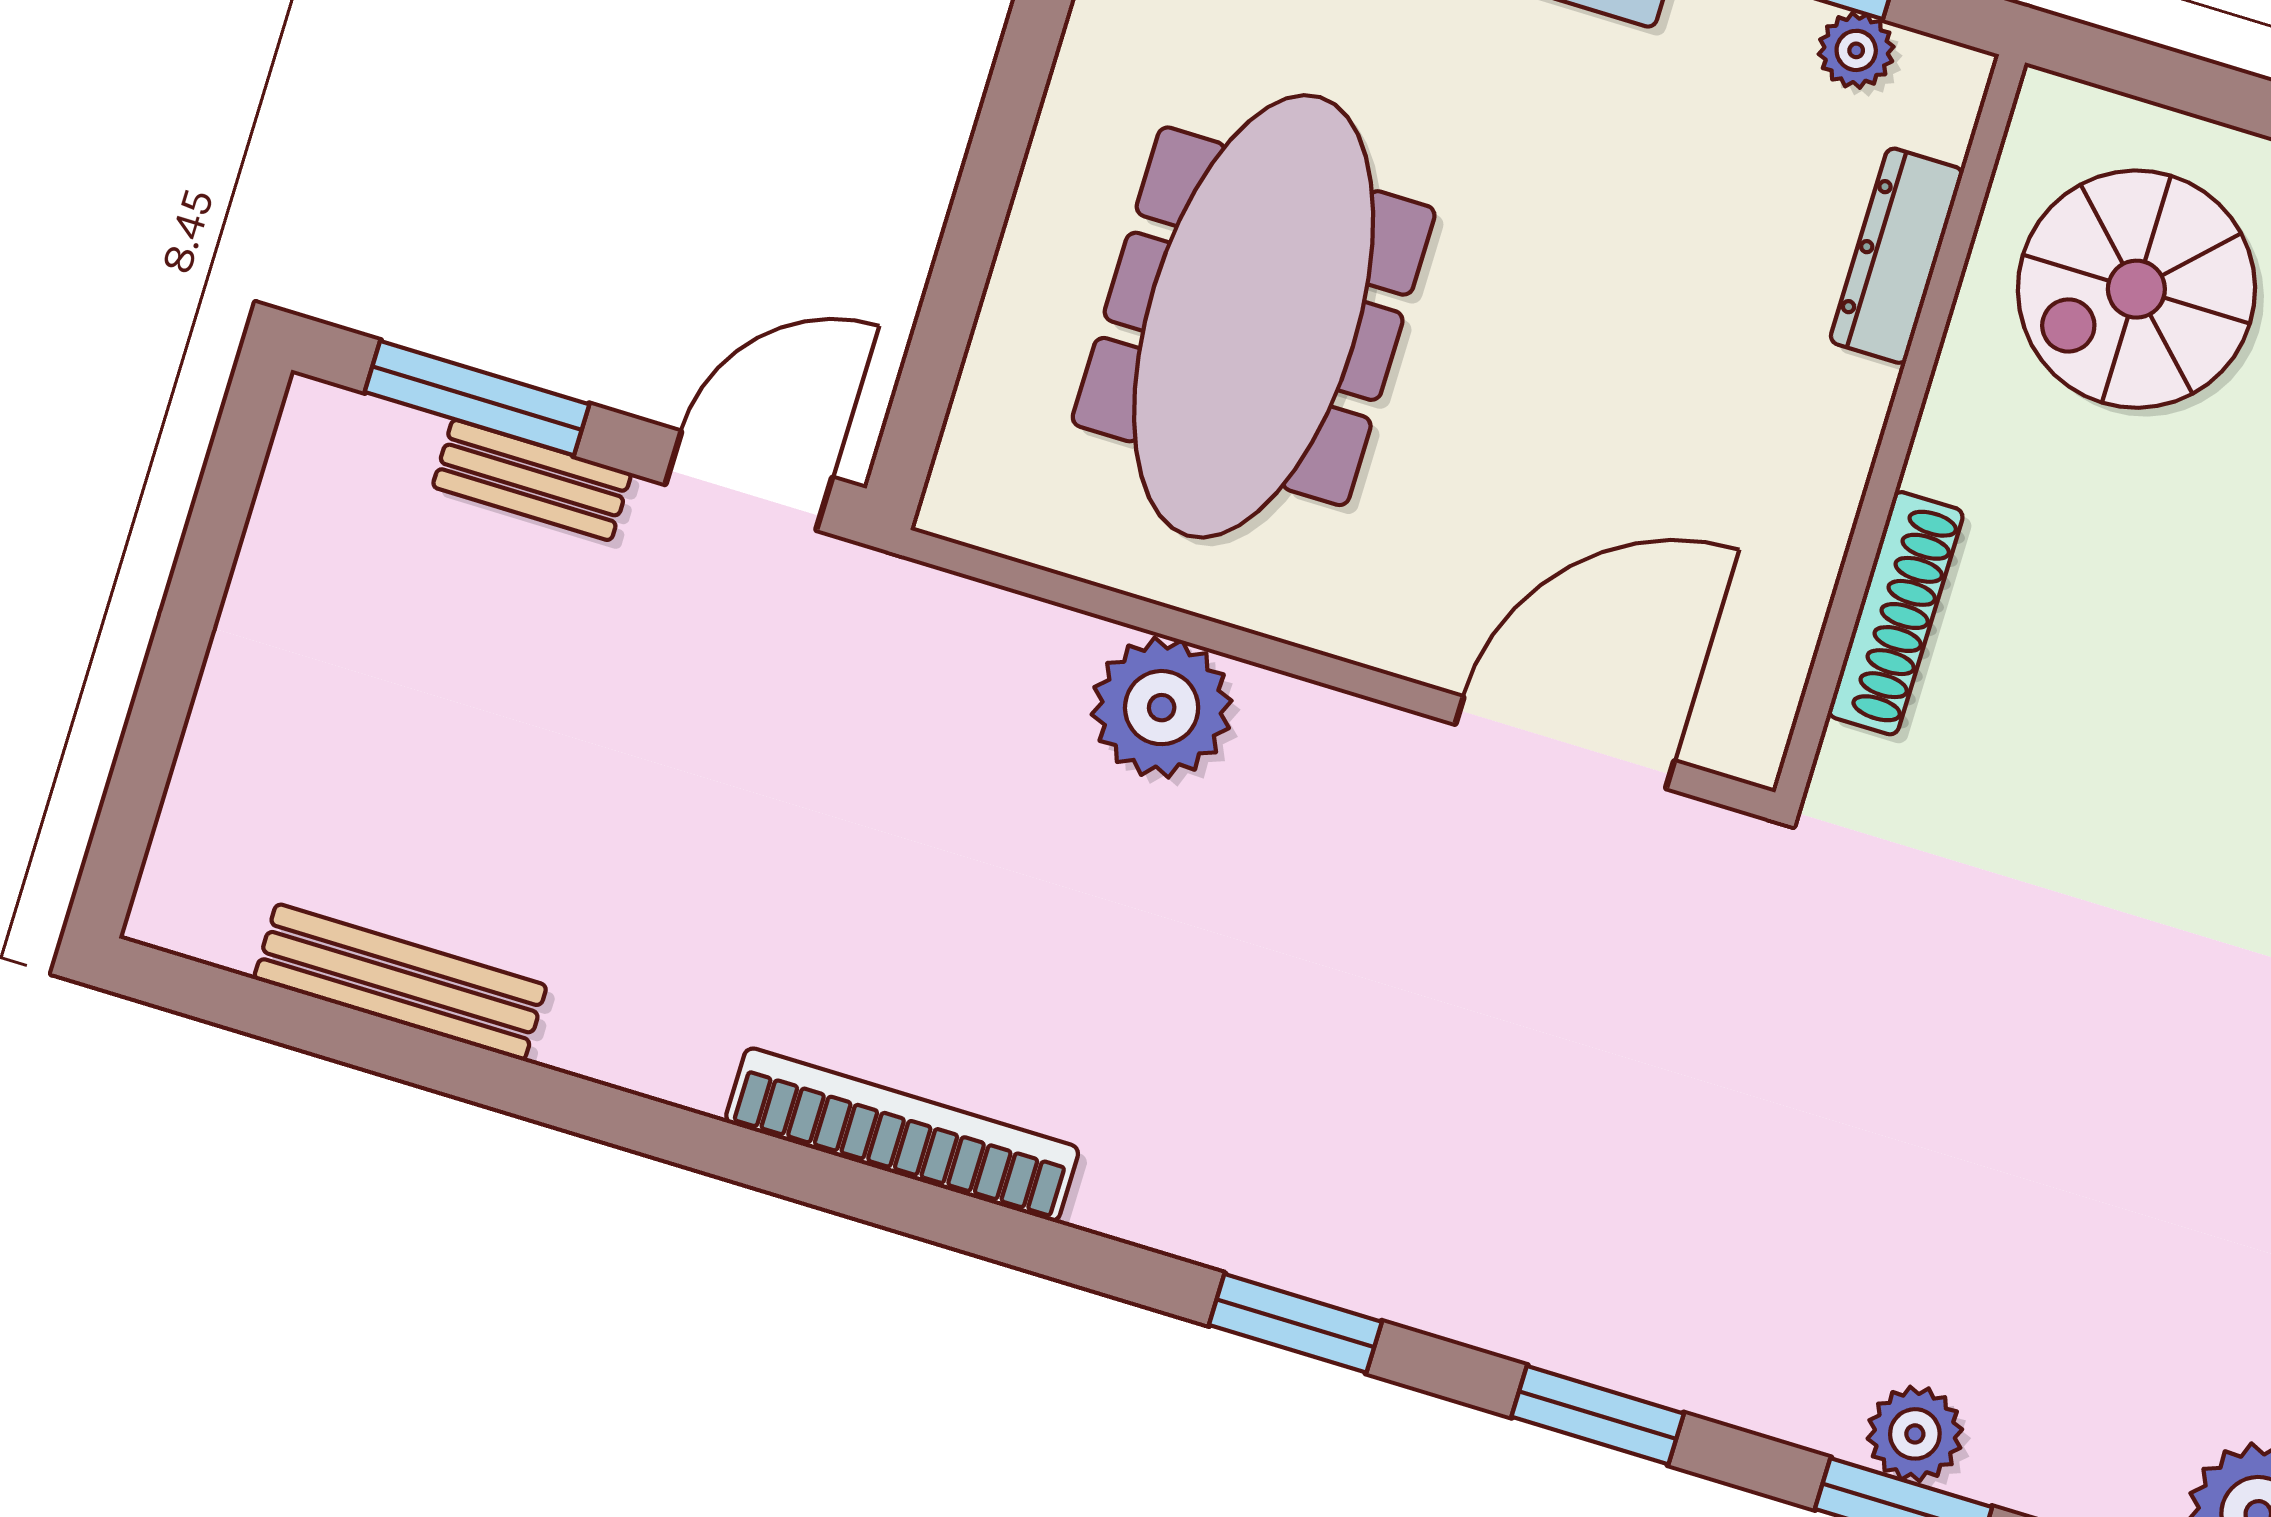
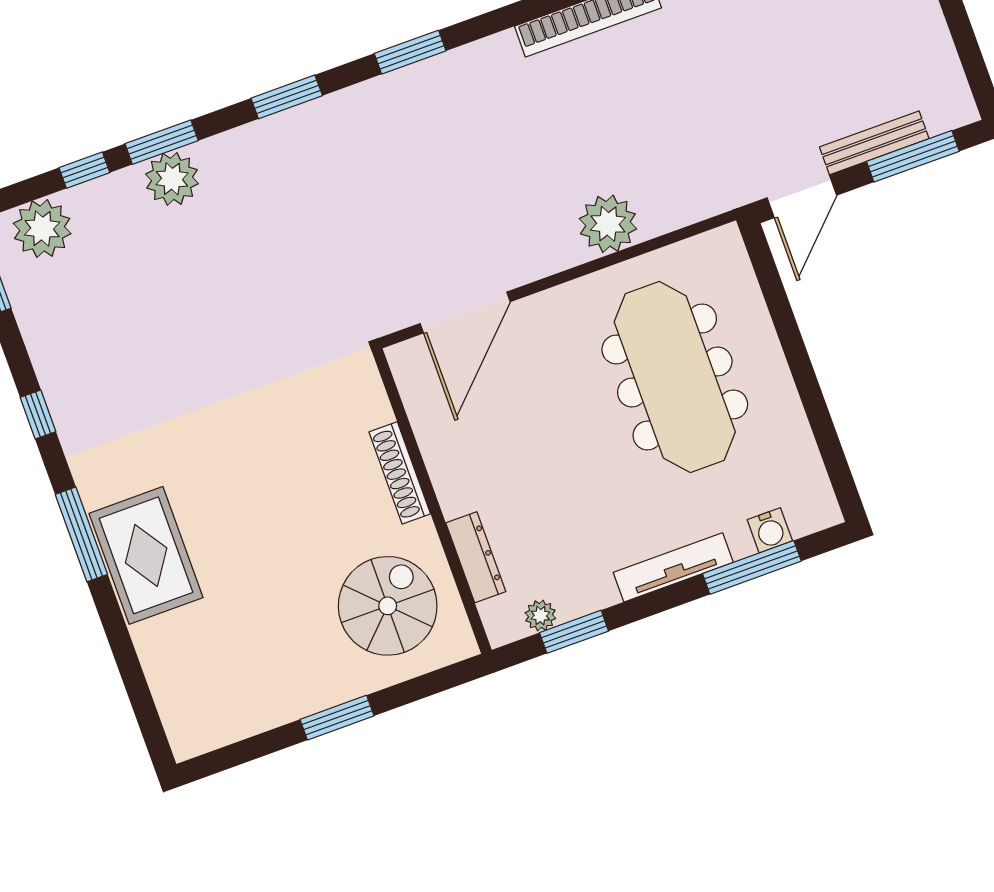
bench: (532, 480) -> (874, 143), width x1.36
shoe rack: (1896, 613) -> (400, 473), moved
plant: (1915, 1434) -> (172, 179), width x1.36, depth x1.36

